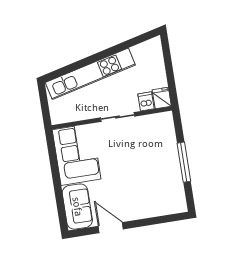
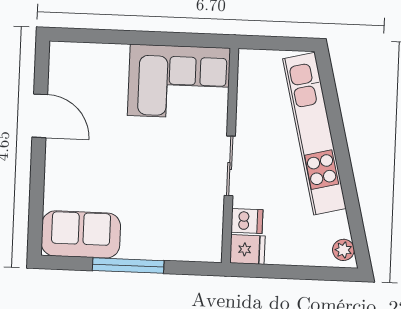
plant: (151, 45) -> (343, 250), added
sofa: (77, 207) -> (81, 234), moved, turned 180
door: (111, 228) -> (40, 116), hinge flipped

